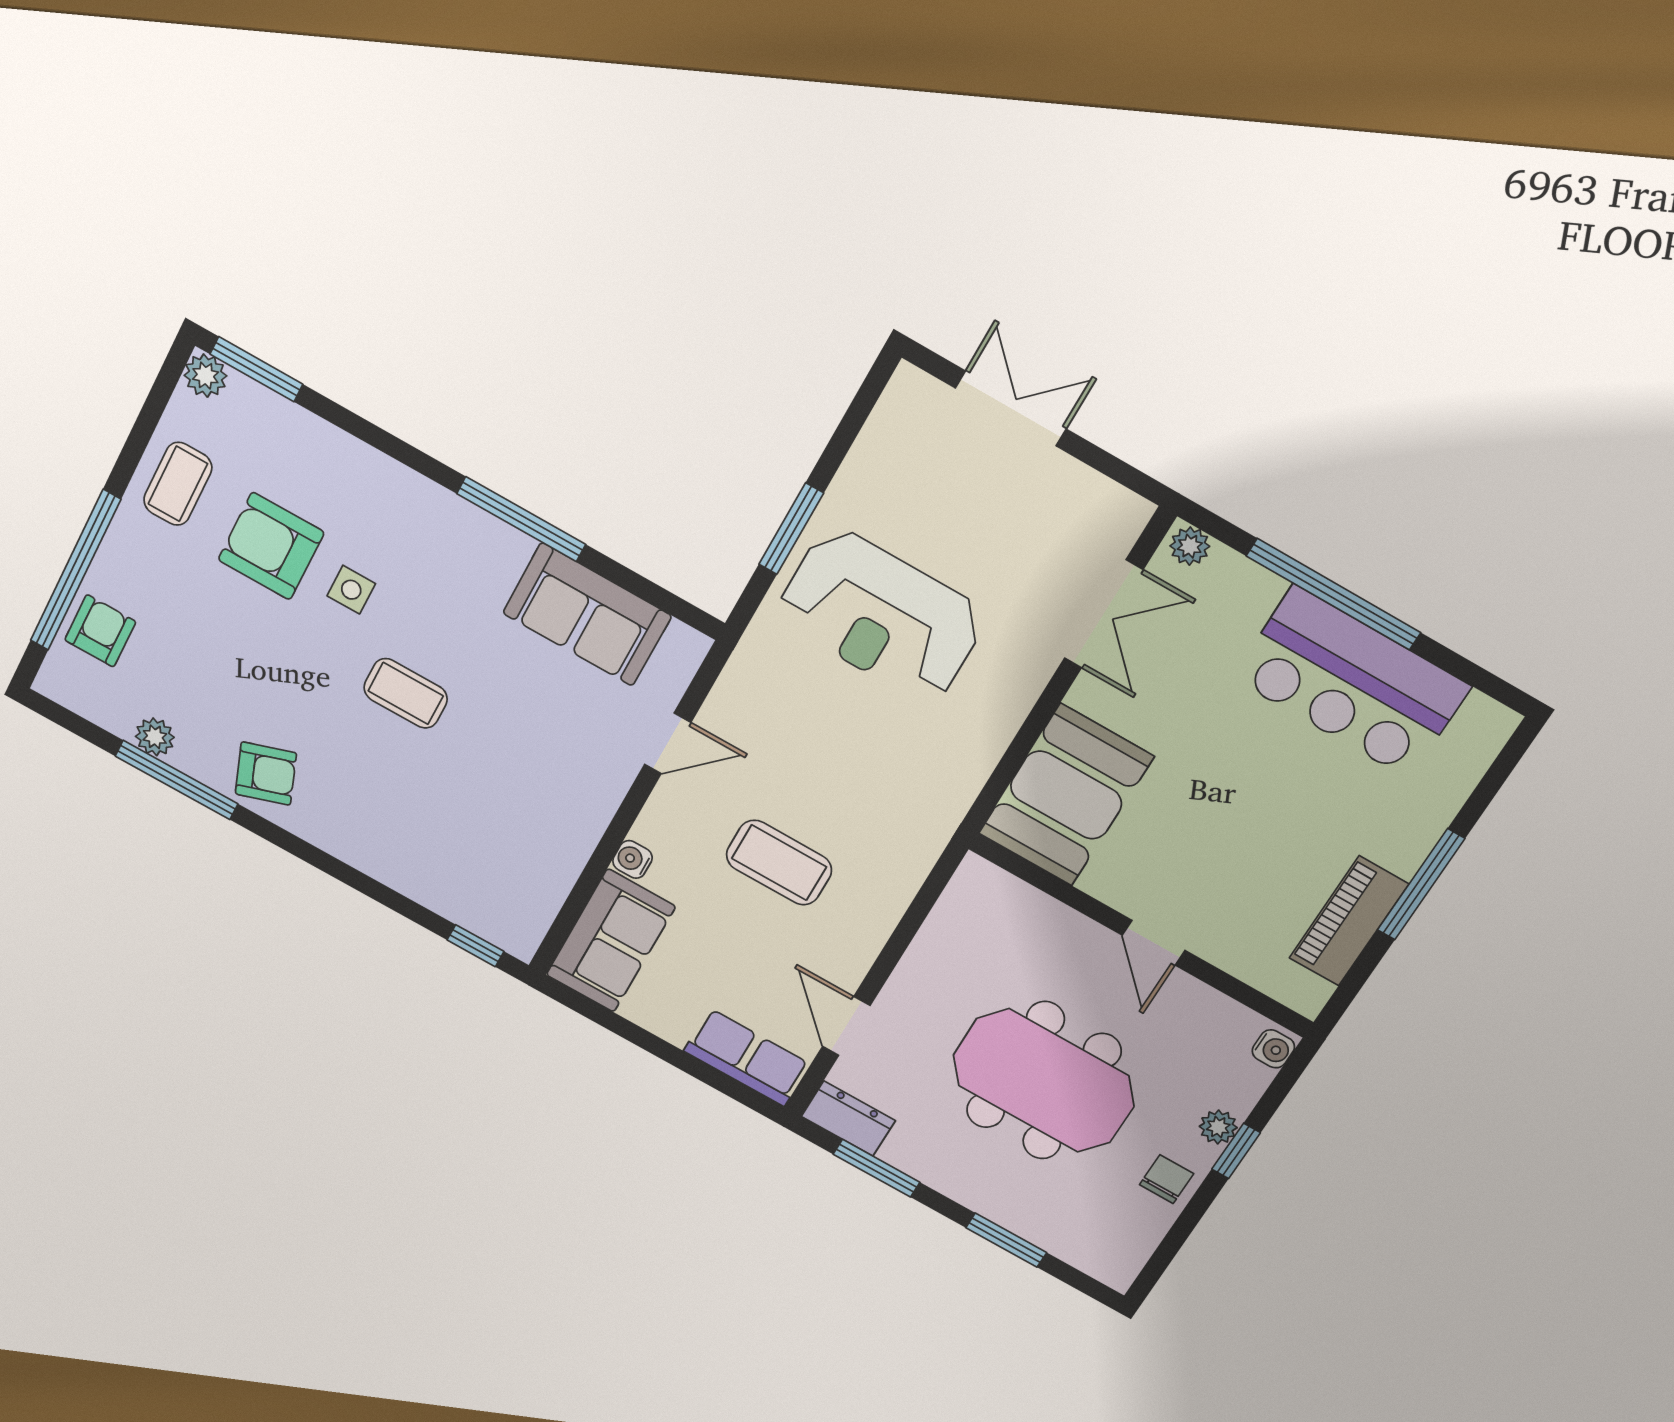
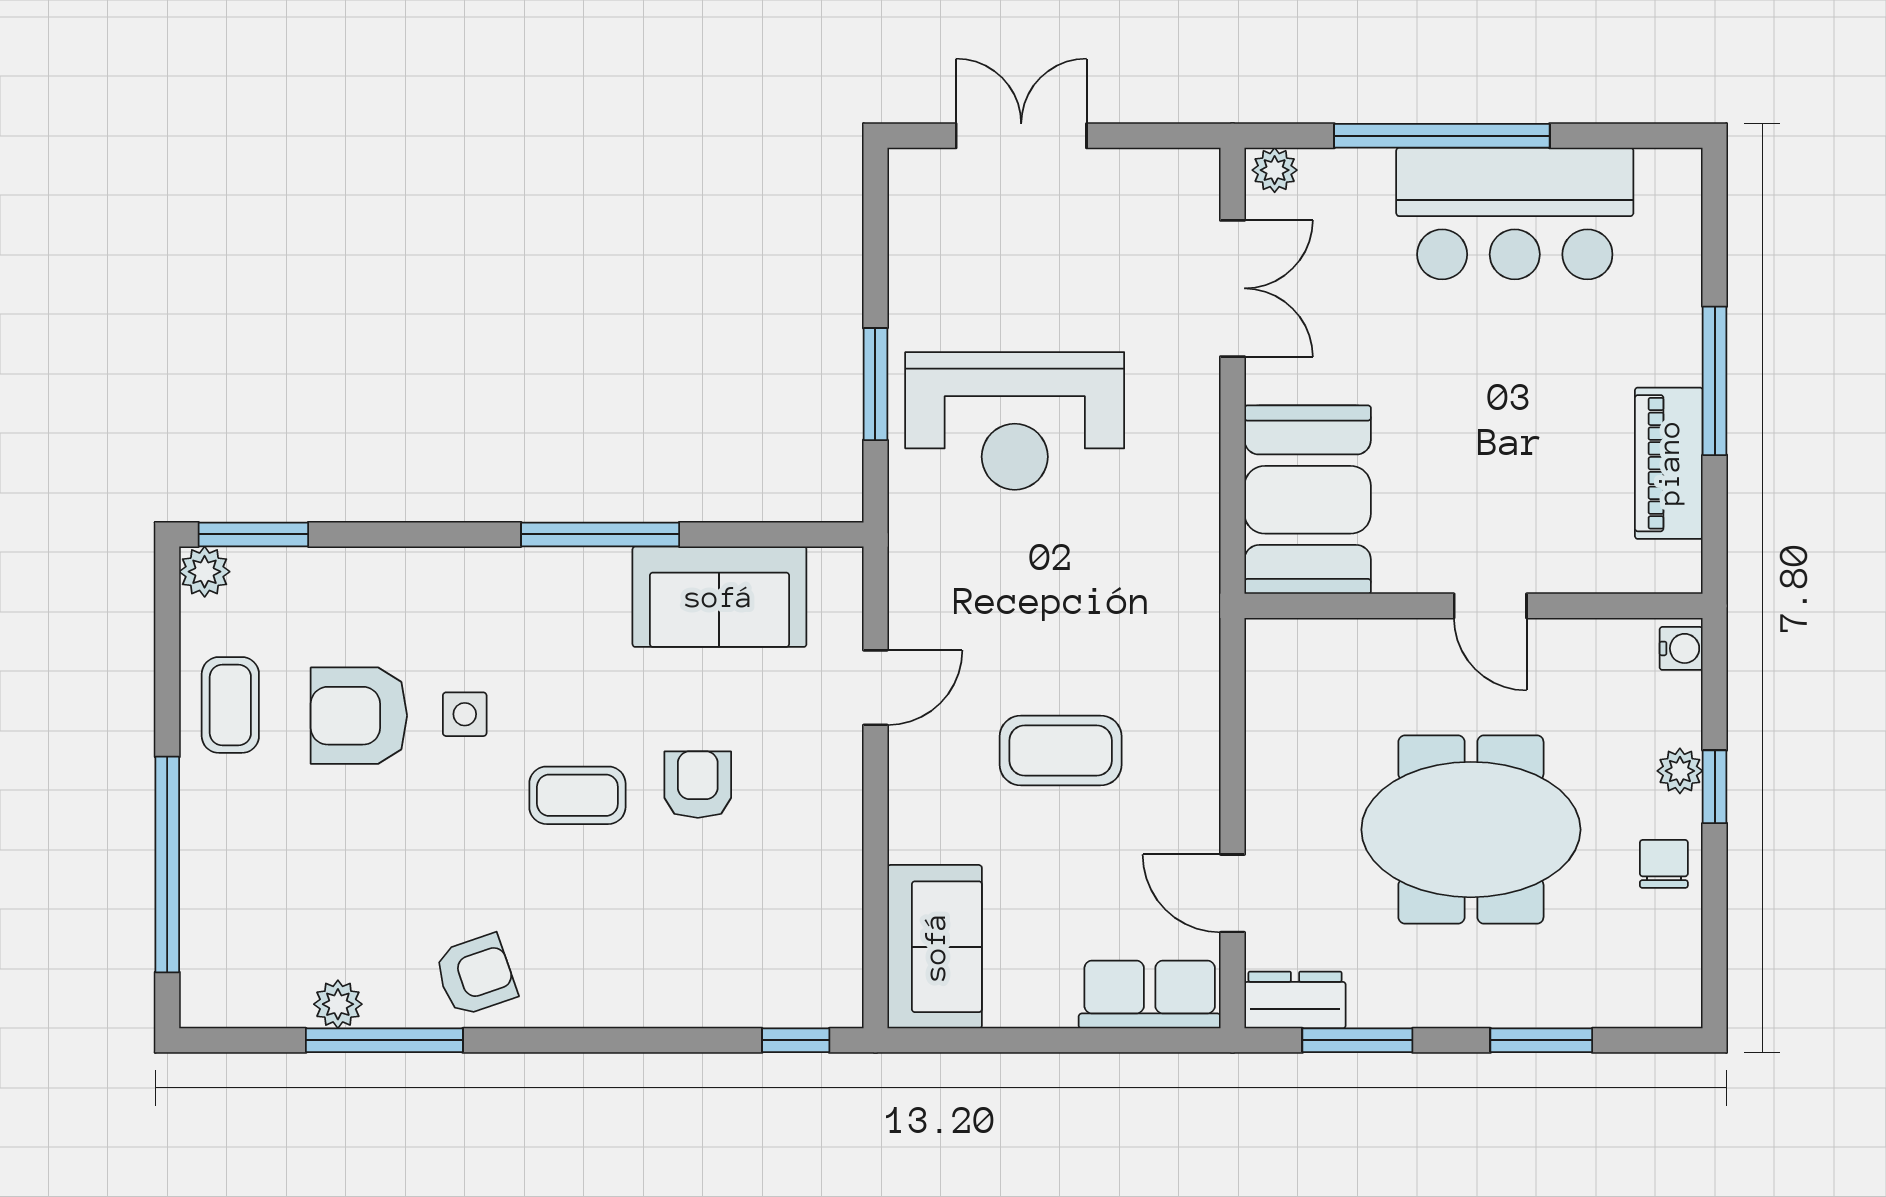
armchair: (100, 631) -> (698, 785), moved
water cooler: (632, 859) -> (908, 839), removed

